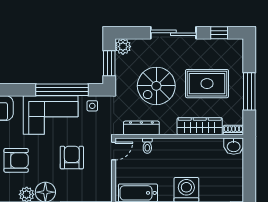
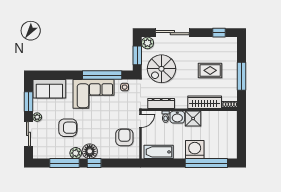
sliding door: (173, 33) -> (172, 33), moved
rug: (207, 84) -> (210, 70), width x0.73, depth x0.70
spiral stairs: (156, 86) -> (161, 69), moved
washbasin: (234, 146) -> (177, 117), moved
shower: (184, 148) -> (193, 119), added
armchair: (72, 158) -> (124, 137), moved

